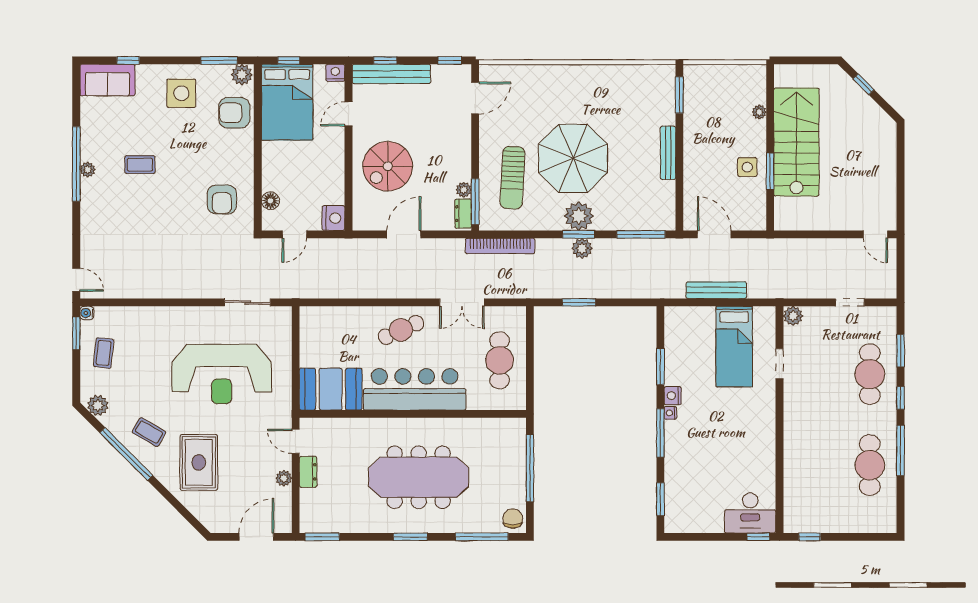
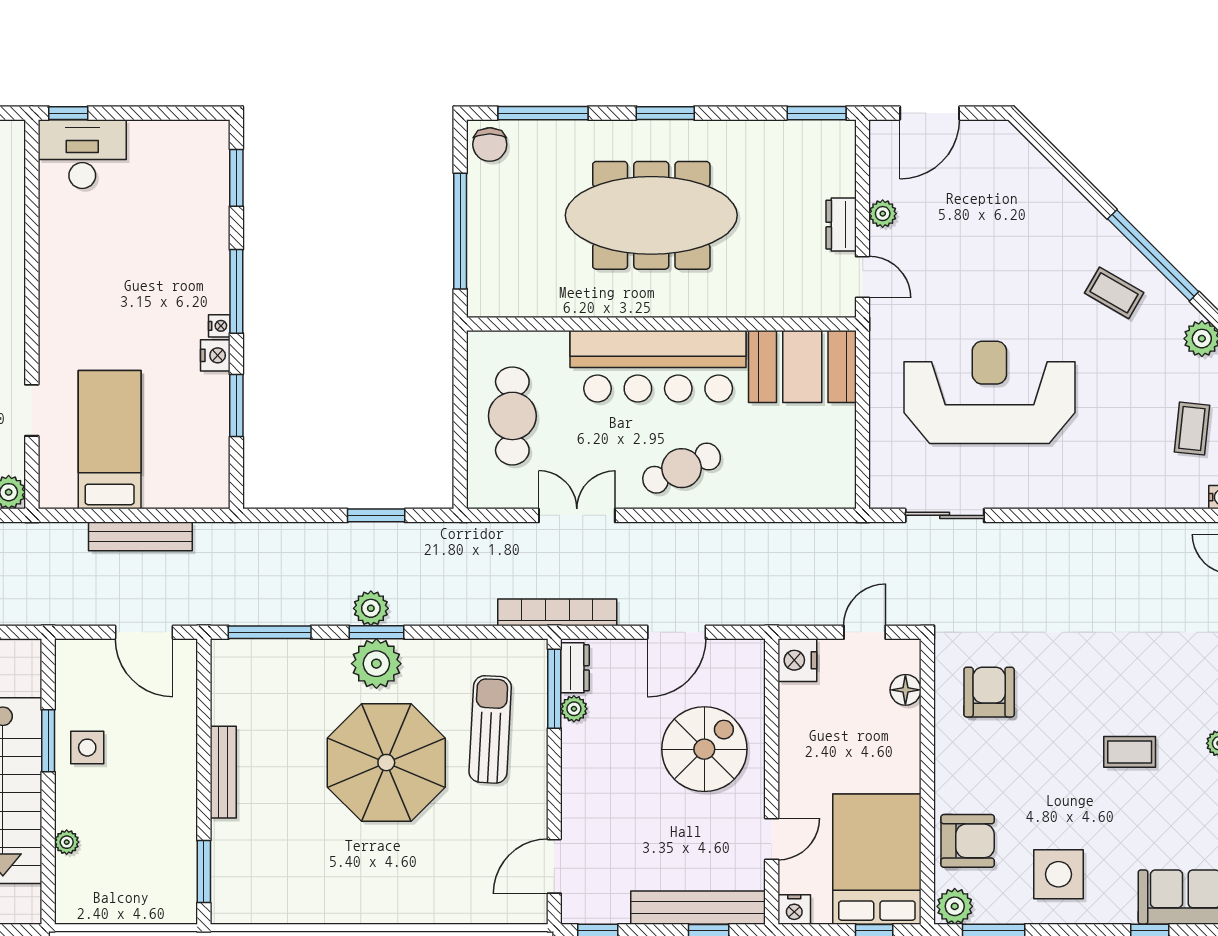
bookcase: (500, 246) -> (557, 612), moved
rug: (199, 462) -> (1029, 241), removed

